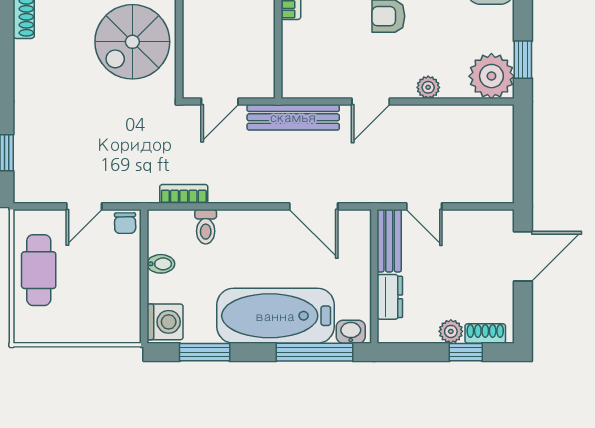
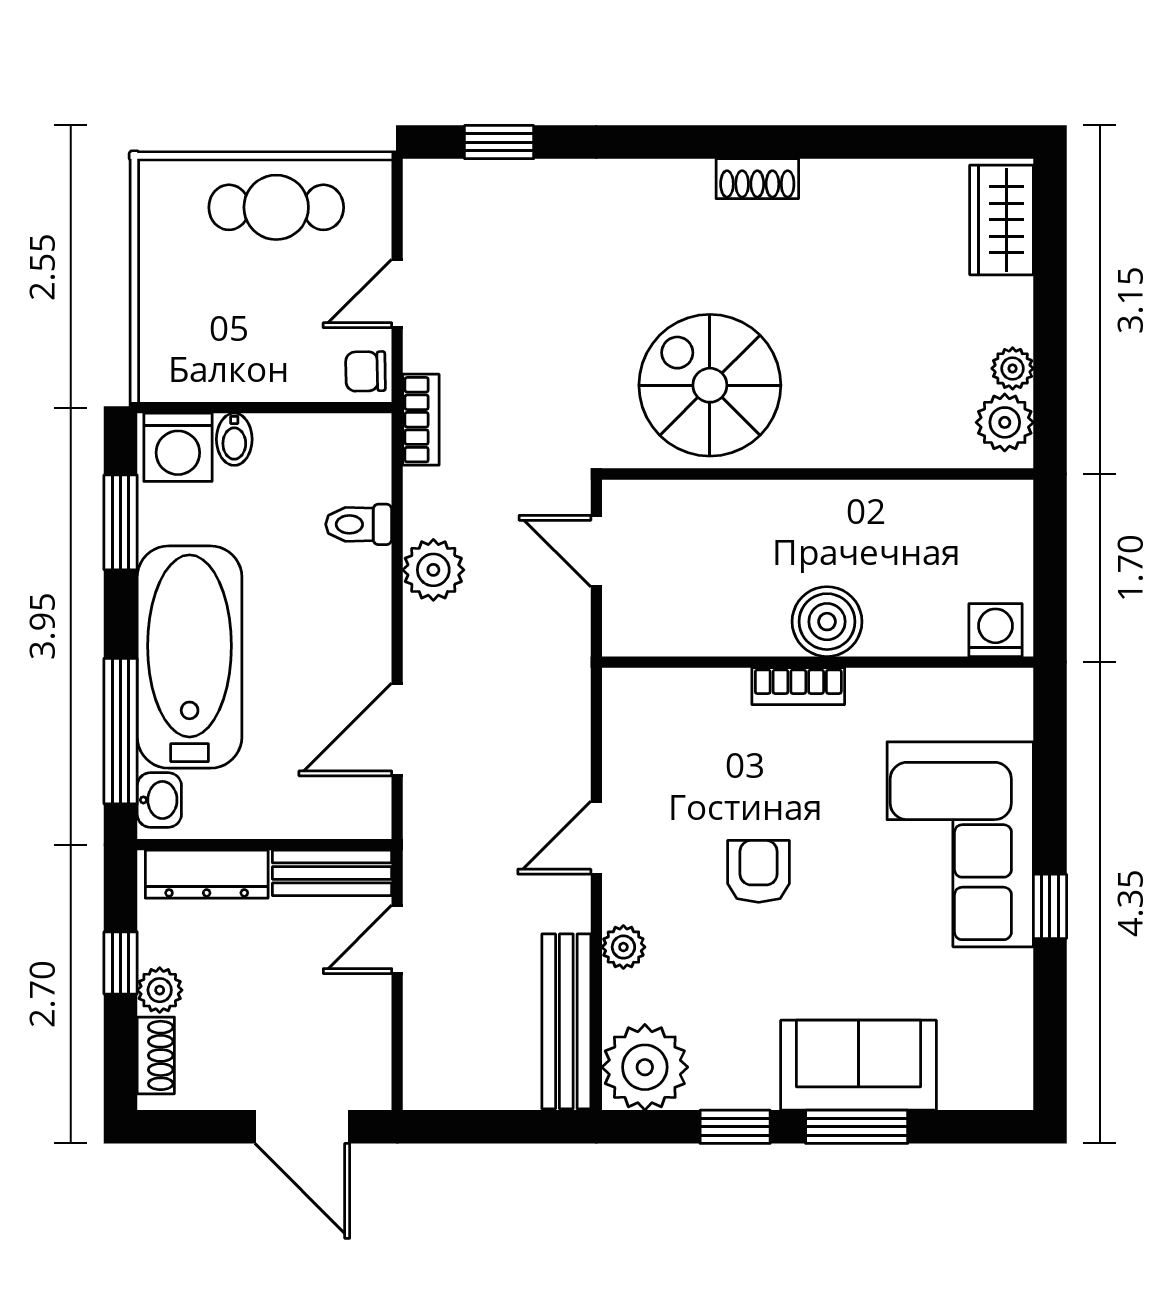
window: (523, 60) -> (735, 1127), moved
door: (371, 102) -> (596, 838), hinge flipped
bench: (293, 117) -> (566, 1021), moved
plant: (230, 187) -> (433, 570), added
bookcase: (184, 194) -> (421, 420), moved
door: (84, 206) -> (397, 293), hinge flipped
bidet: (161, 264) -> (234, 439), moved
dresser: (390, 297) -> (207, 874), width x1.44
window: (466, 352) -> (121, 963), moved

